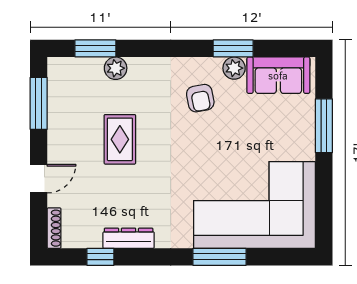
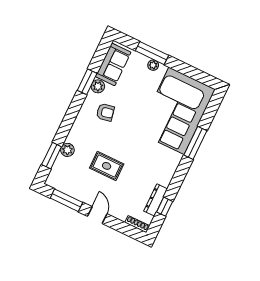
plant: (306, 136) -> (153, 65), added
door: (39, 179) -> (97, 215), moved
dresser: (129, 238) -> (156, 200), moved

